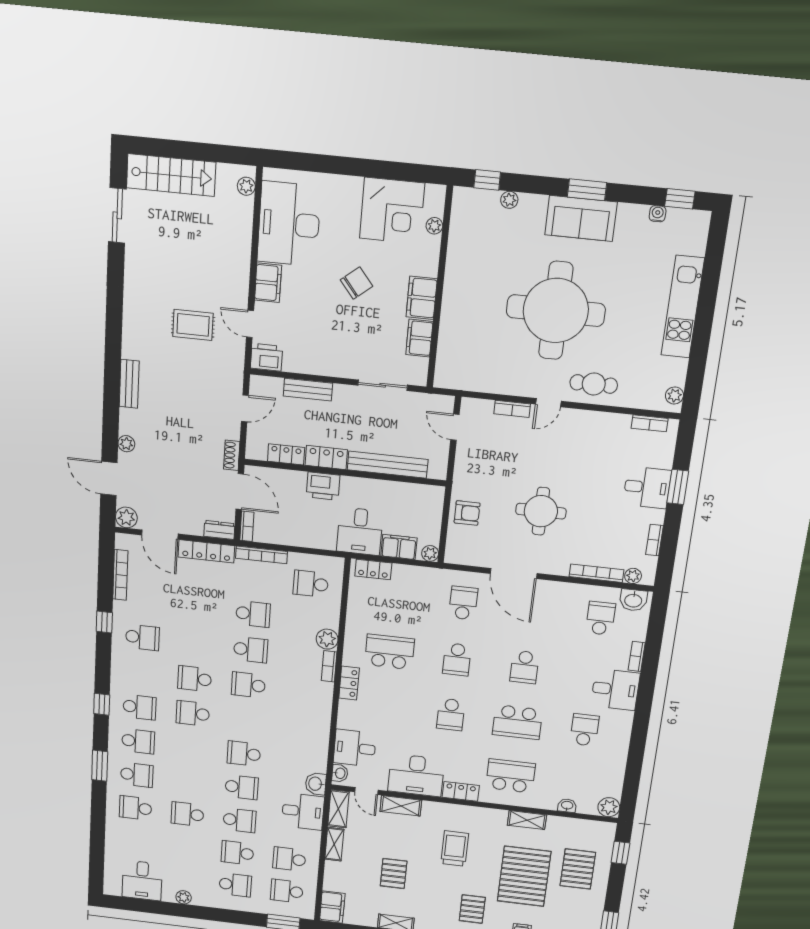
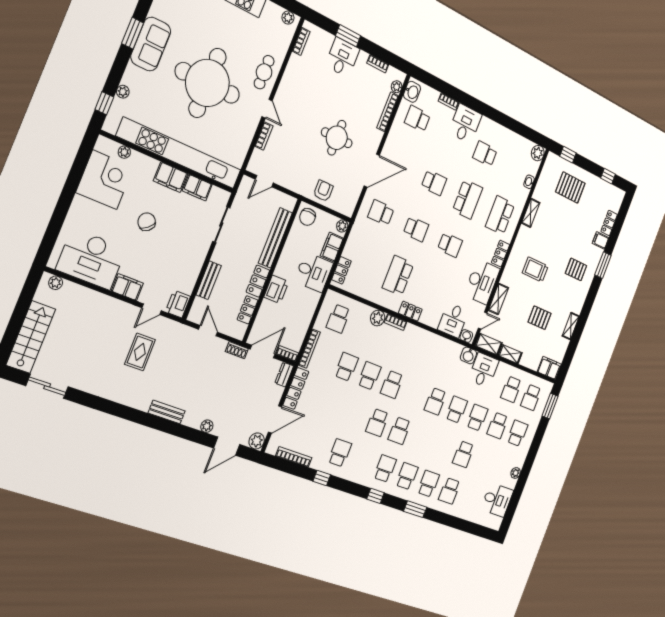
kitchen unit: (455, 300) -> (180, 153), added
chair: (427, 501) -> (307, 217), added
pallet: (524, 876) -> (565, 226), removed

